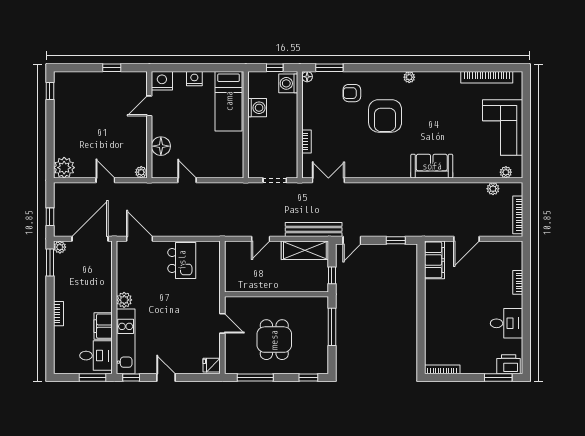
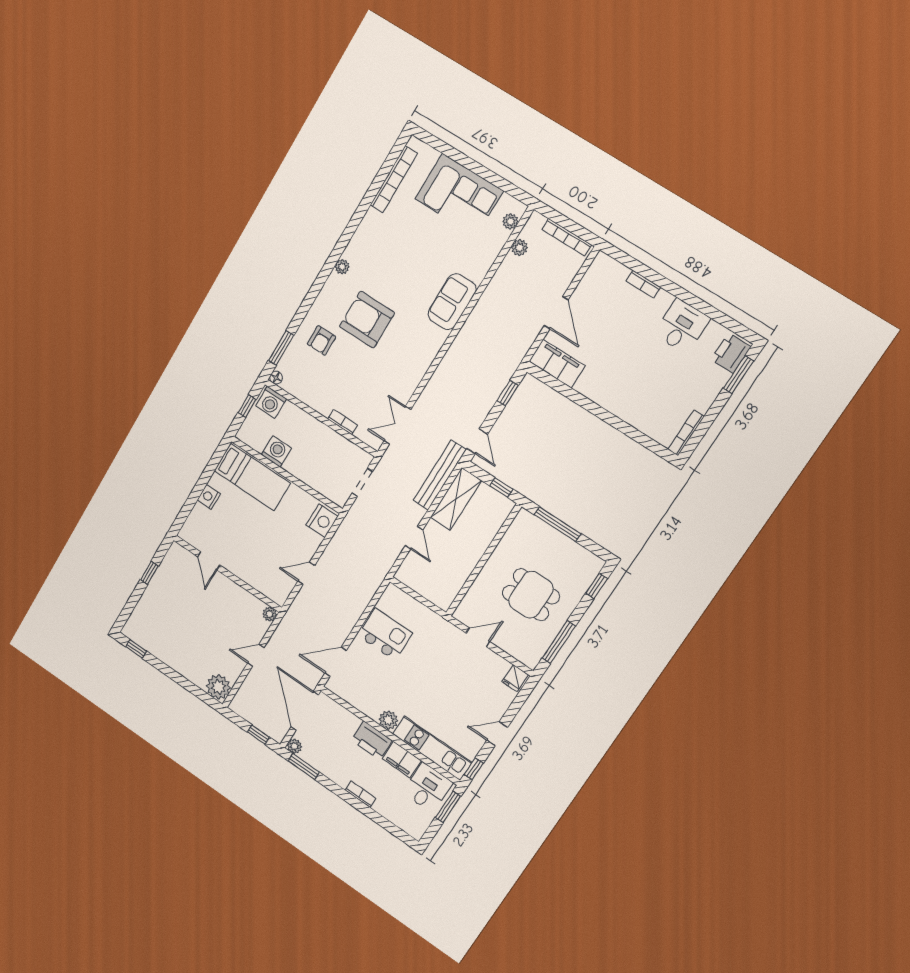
nightstand: (162, 81) -> (322, 521), moved, turned 180
armchair: (385, 116) -> (367, 320), turned 180
floor lamp: (161, 146) -> (256, 576), removed
printer: (102, 297) -> (372, 740), added

